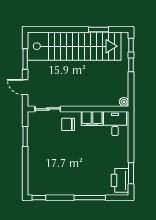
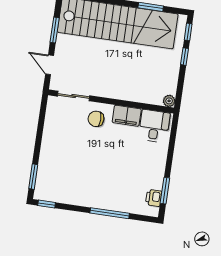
window: (25, 136) -> (33, 177), moved
printer: (120, 180) -> (154, 198), width x0.53, depth x0.68

